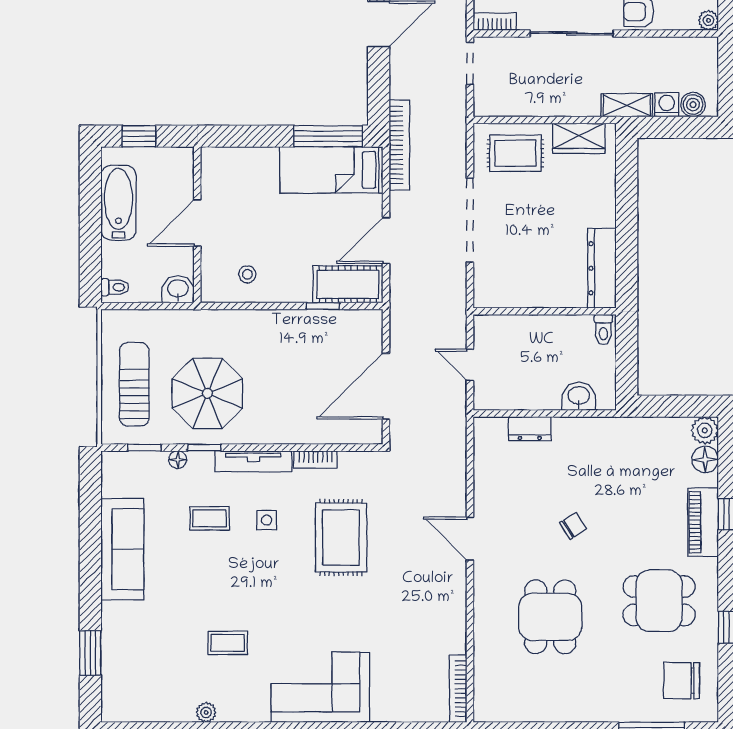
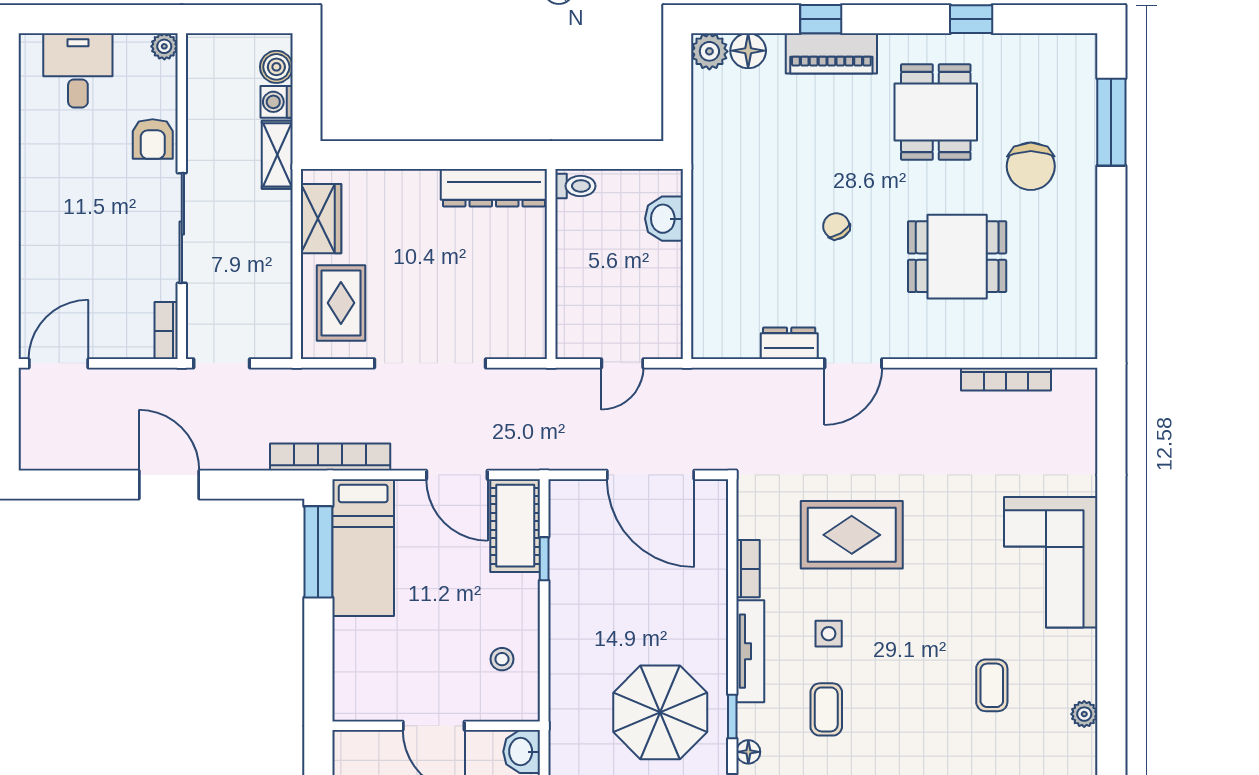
dresser: (530, 429) -> (789, 343), moved, turned -90
chair: (682, 681) -> (1031, 166), moved
bookcase: (458, 689) -> (1006, 379), moved

